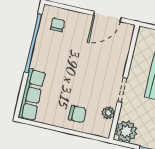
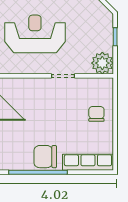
chair: (58, 25) -> (45, 157), moved, width x1.87, depth x1.87
plant: (108, 113) -> (88, 84), removed

